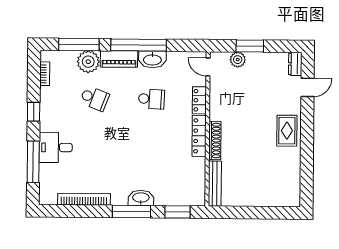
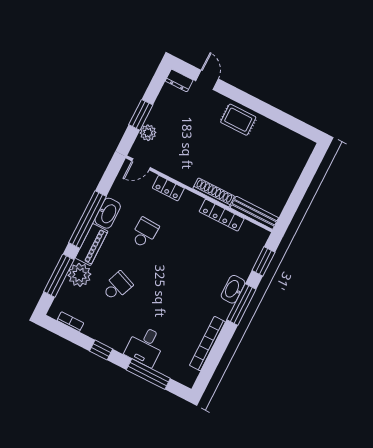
locker: (199, 136) -> (222, 215), moved

